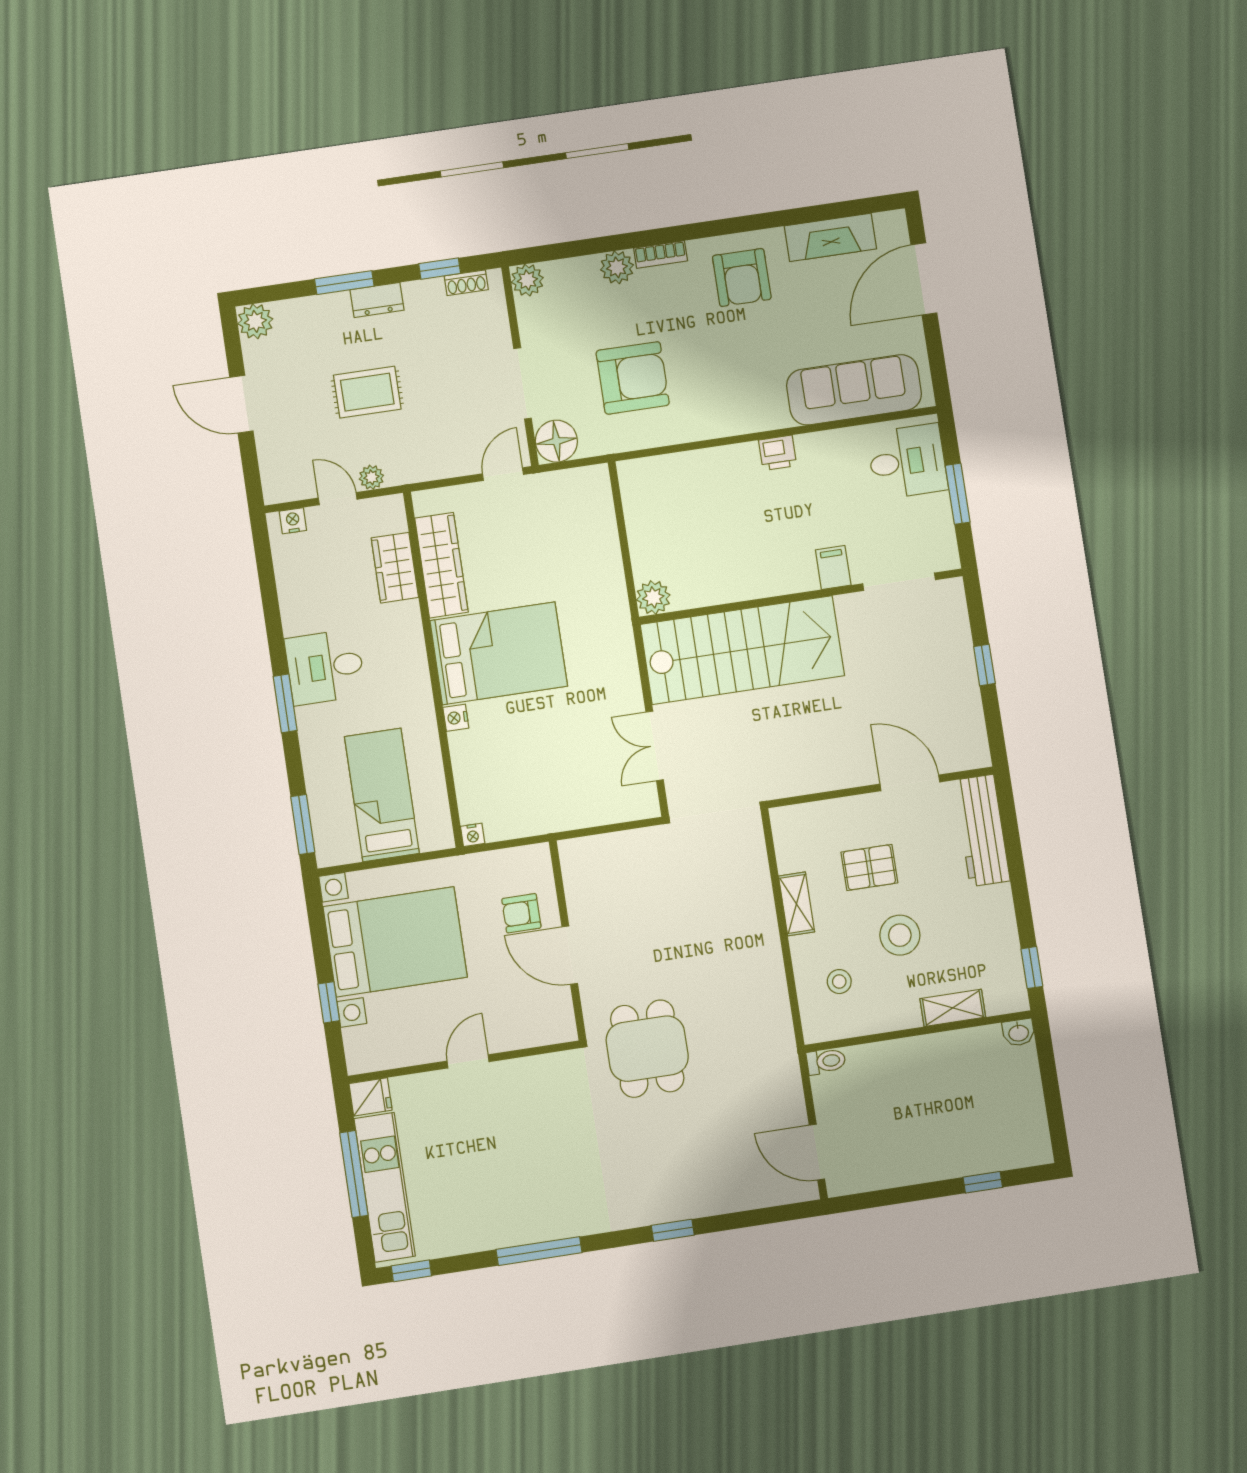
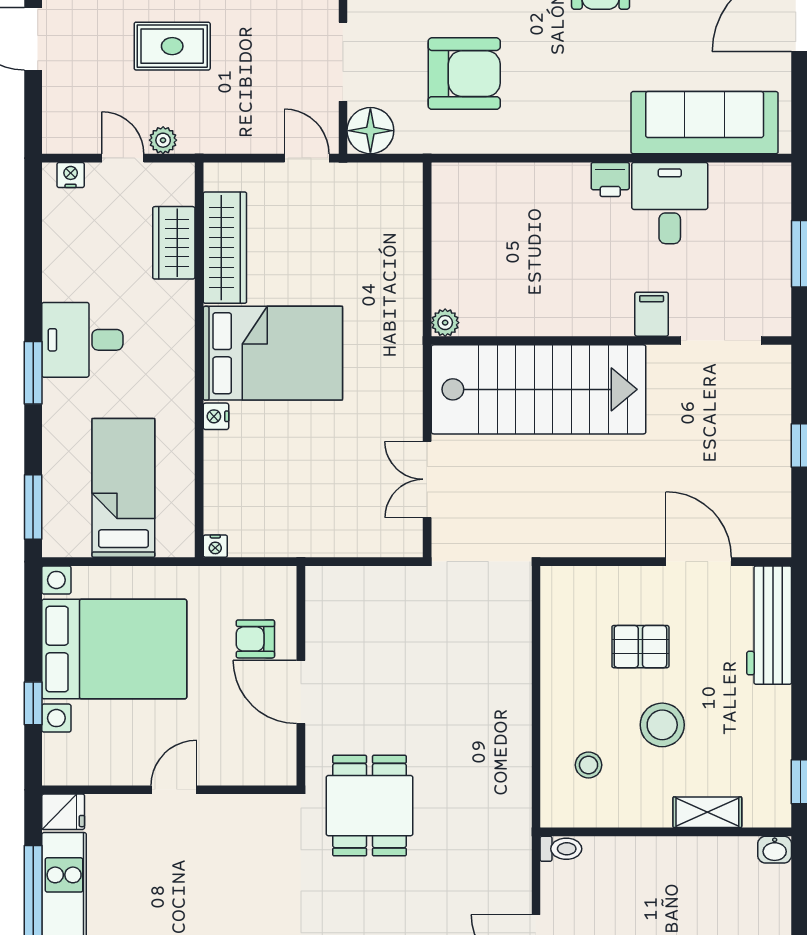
desk: (907, 461) -> (670, 203), moved, turned -90
door: (503, 474) -> (307, 158), hinge flipped
plant: (653, 597) -> (445, 323), width x0.73, depth x0.73
shelving: (796, 904) -> (555, 674), removed

